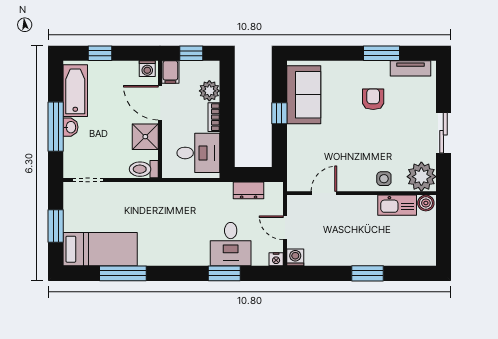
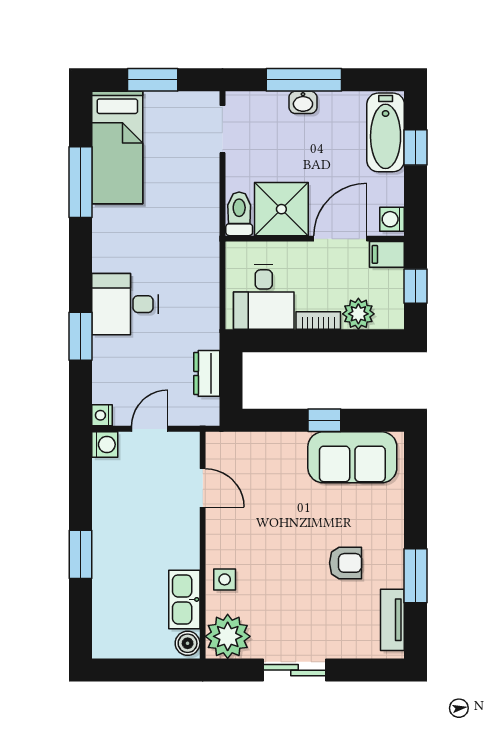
bathtub: (75, 91) -> (386, 132), moved, turned 90
shower: (145, 137) -> (281, 209), width x1.36, depth x1.36
desk: (231, 244) -> (125, 304), moved

